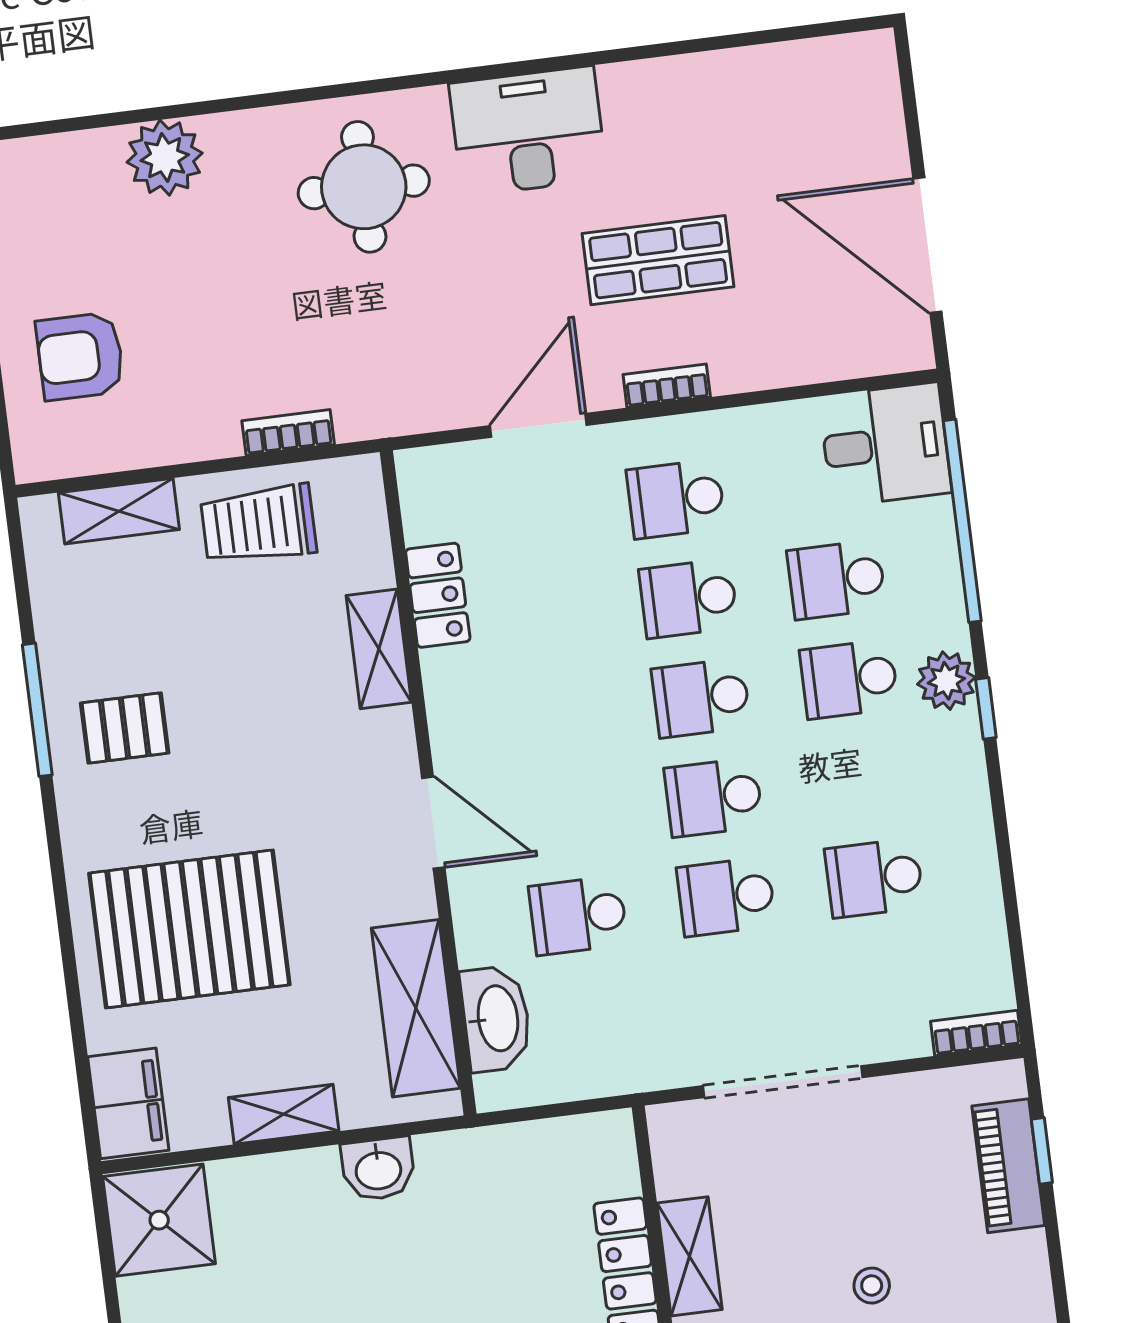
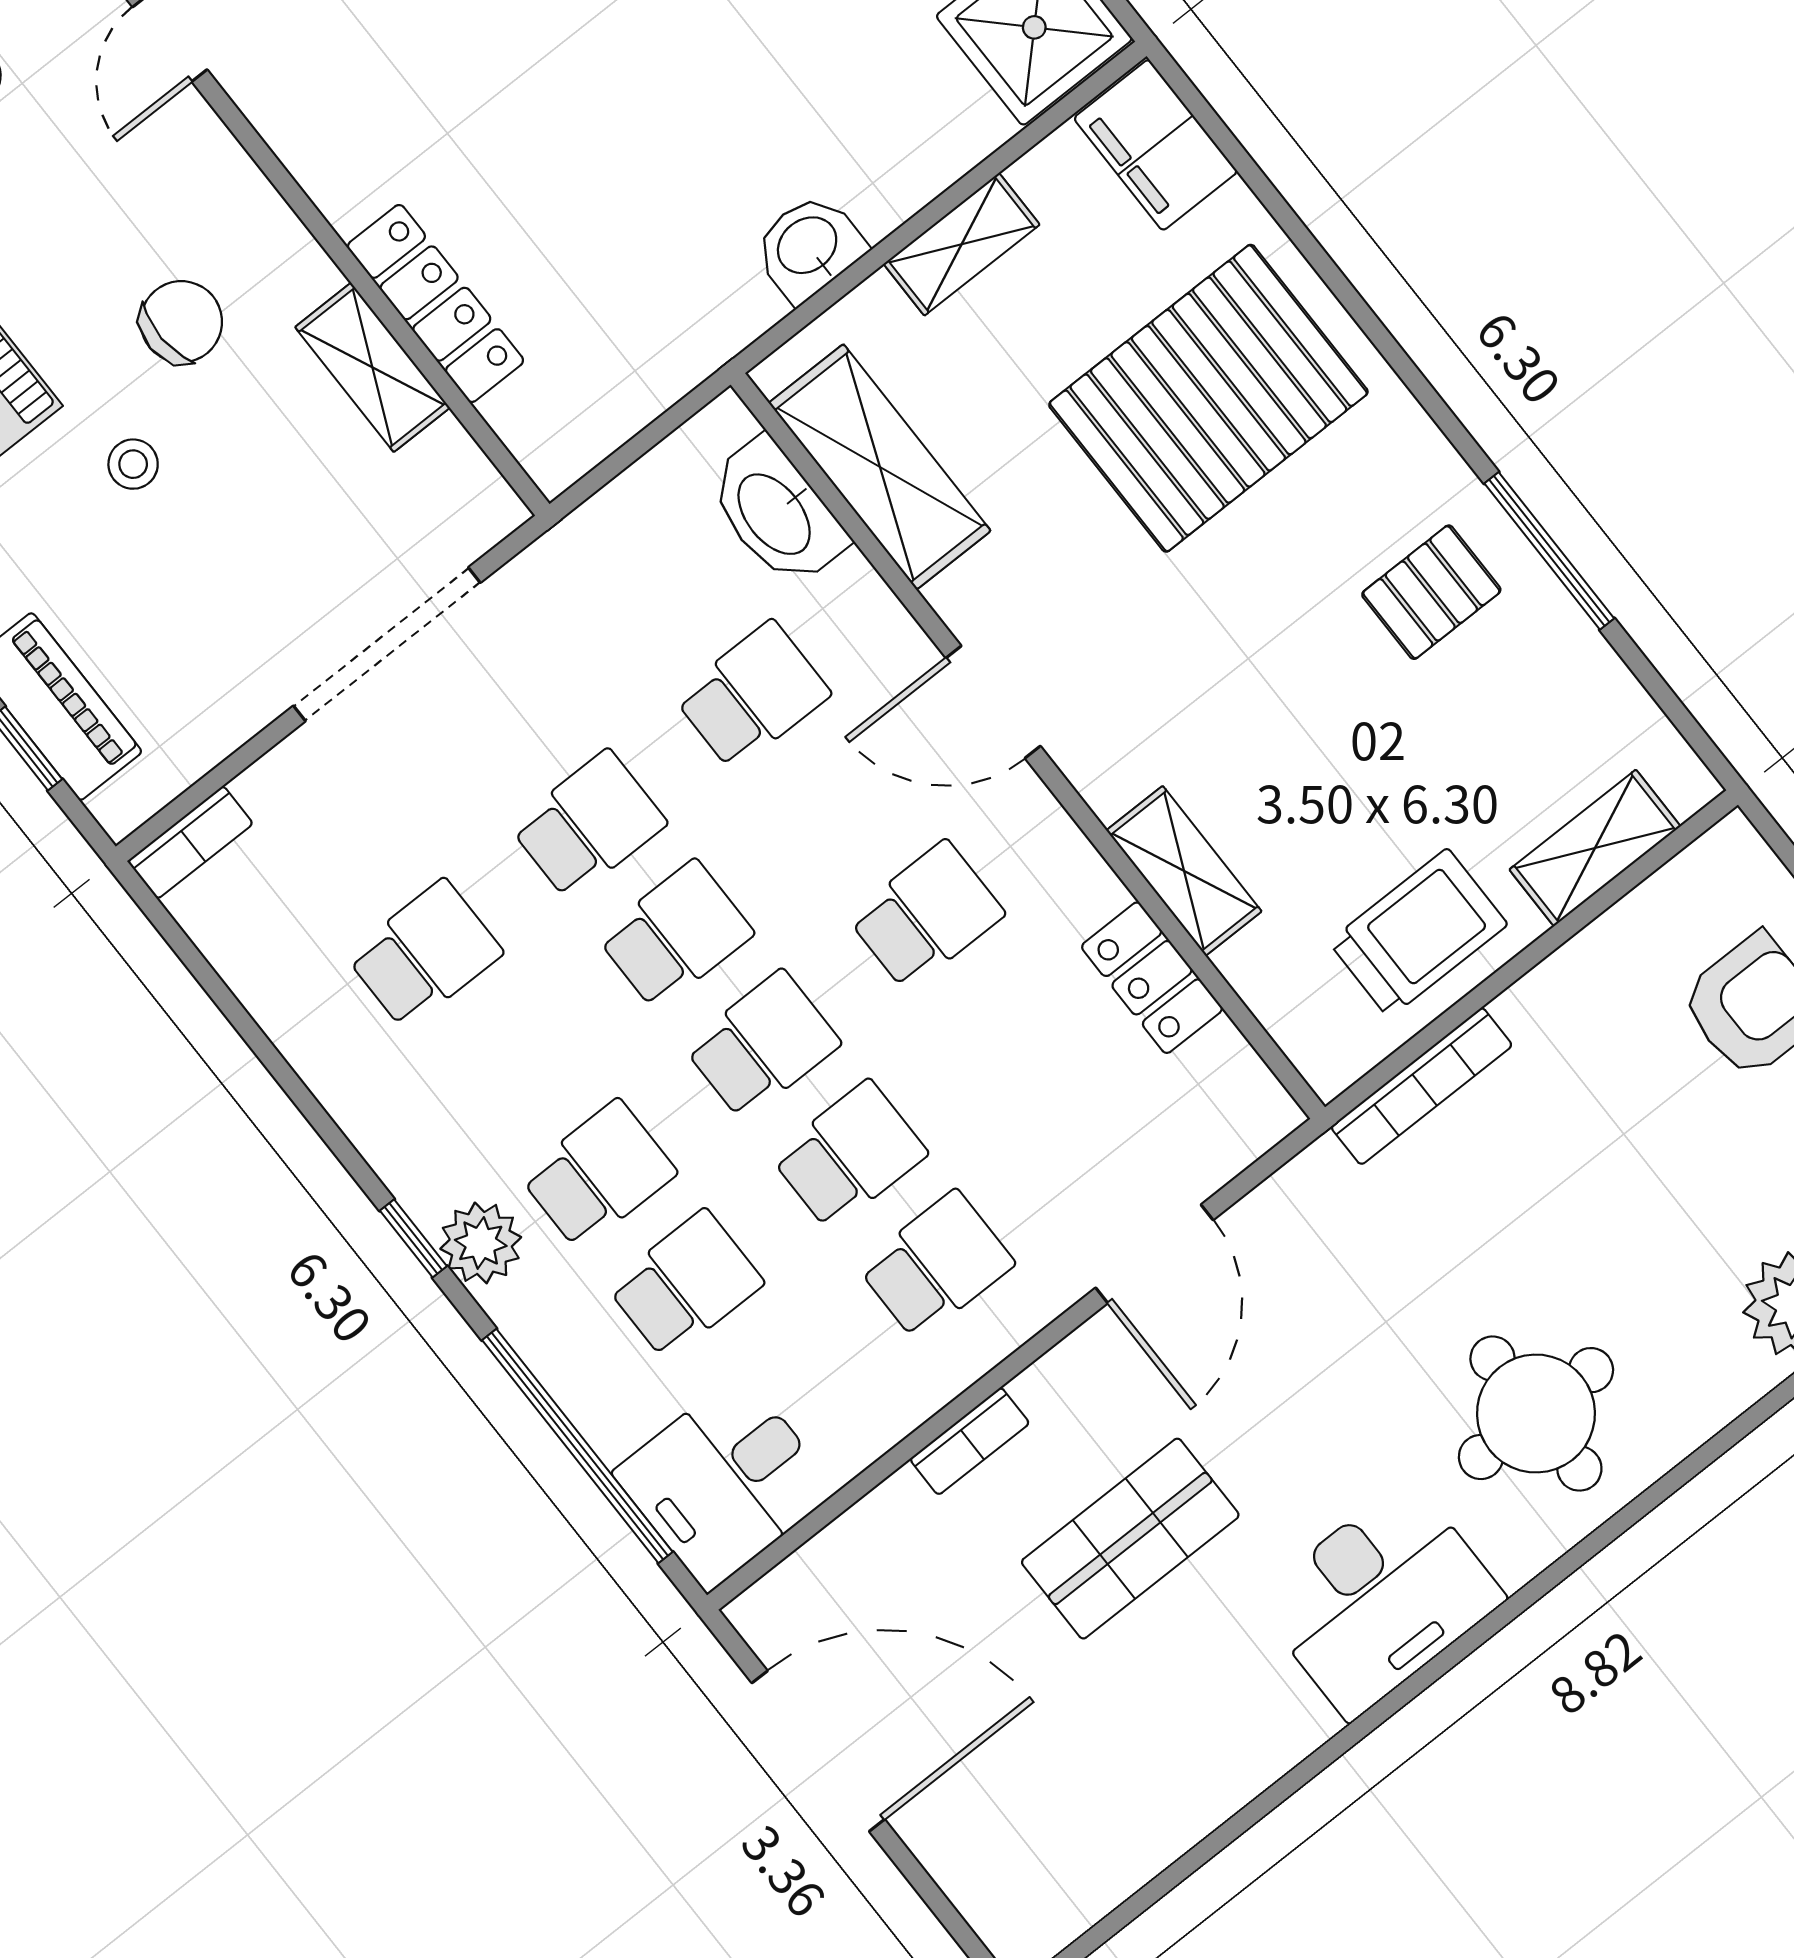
bookcase: (667, 386) -> (970, 1441), moved
bookcase: (288, 433) -> (1421, 1086), width x1.56
school desk: (553, 717) -> (926, 916), added

